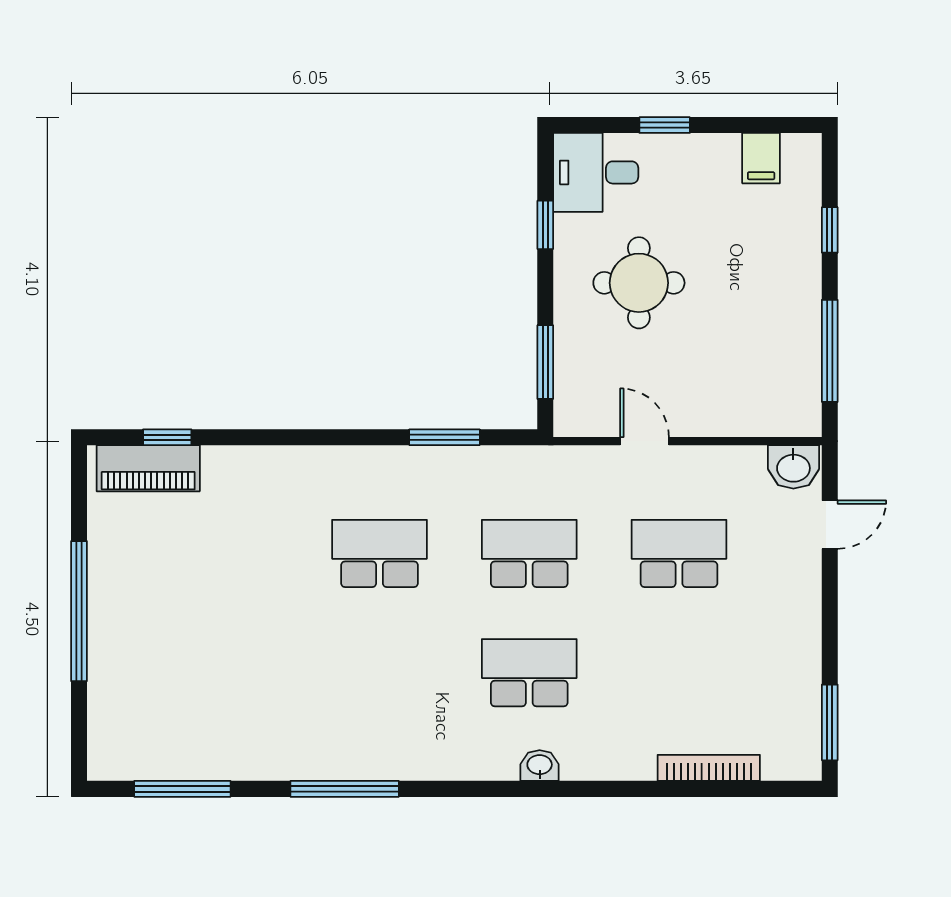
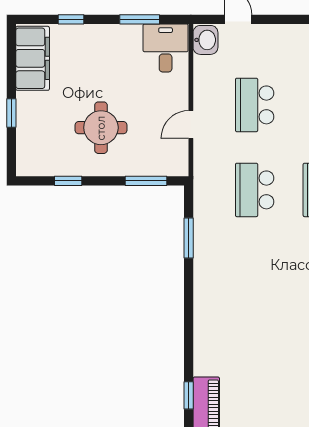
filing cabinet: (761, 158) -> (33, 58), width x3.00, depth x1.17
desk: (596, 172) -> (166, 48), moved, turned 180
window: (830, 351) -> (140, 19), width x0.69
school desk: (379, 553) -> (255, 275), removed

